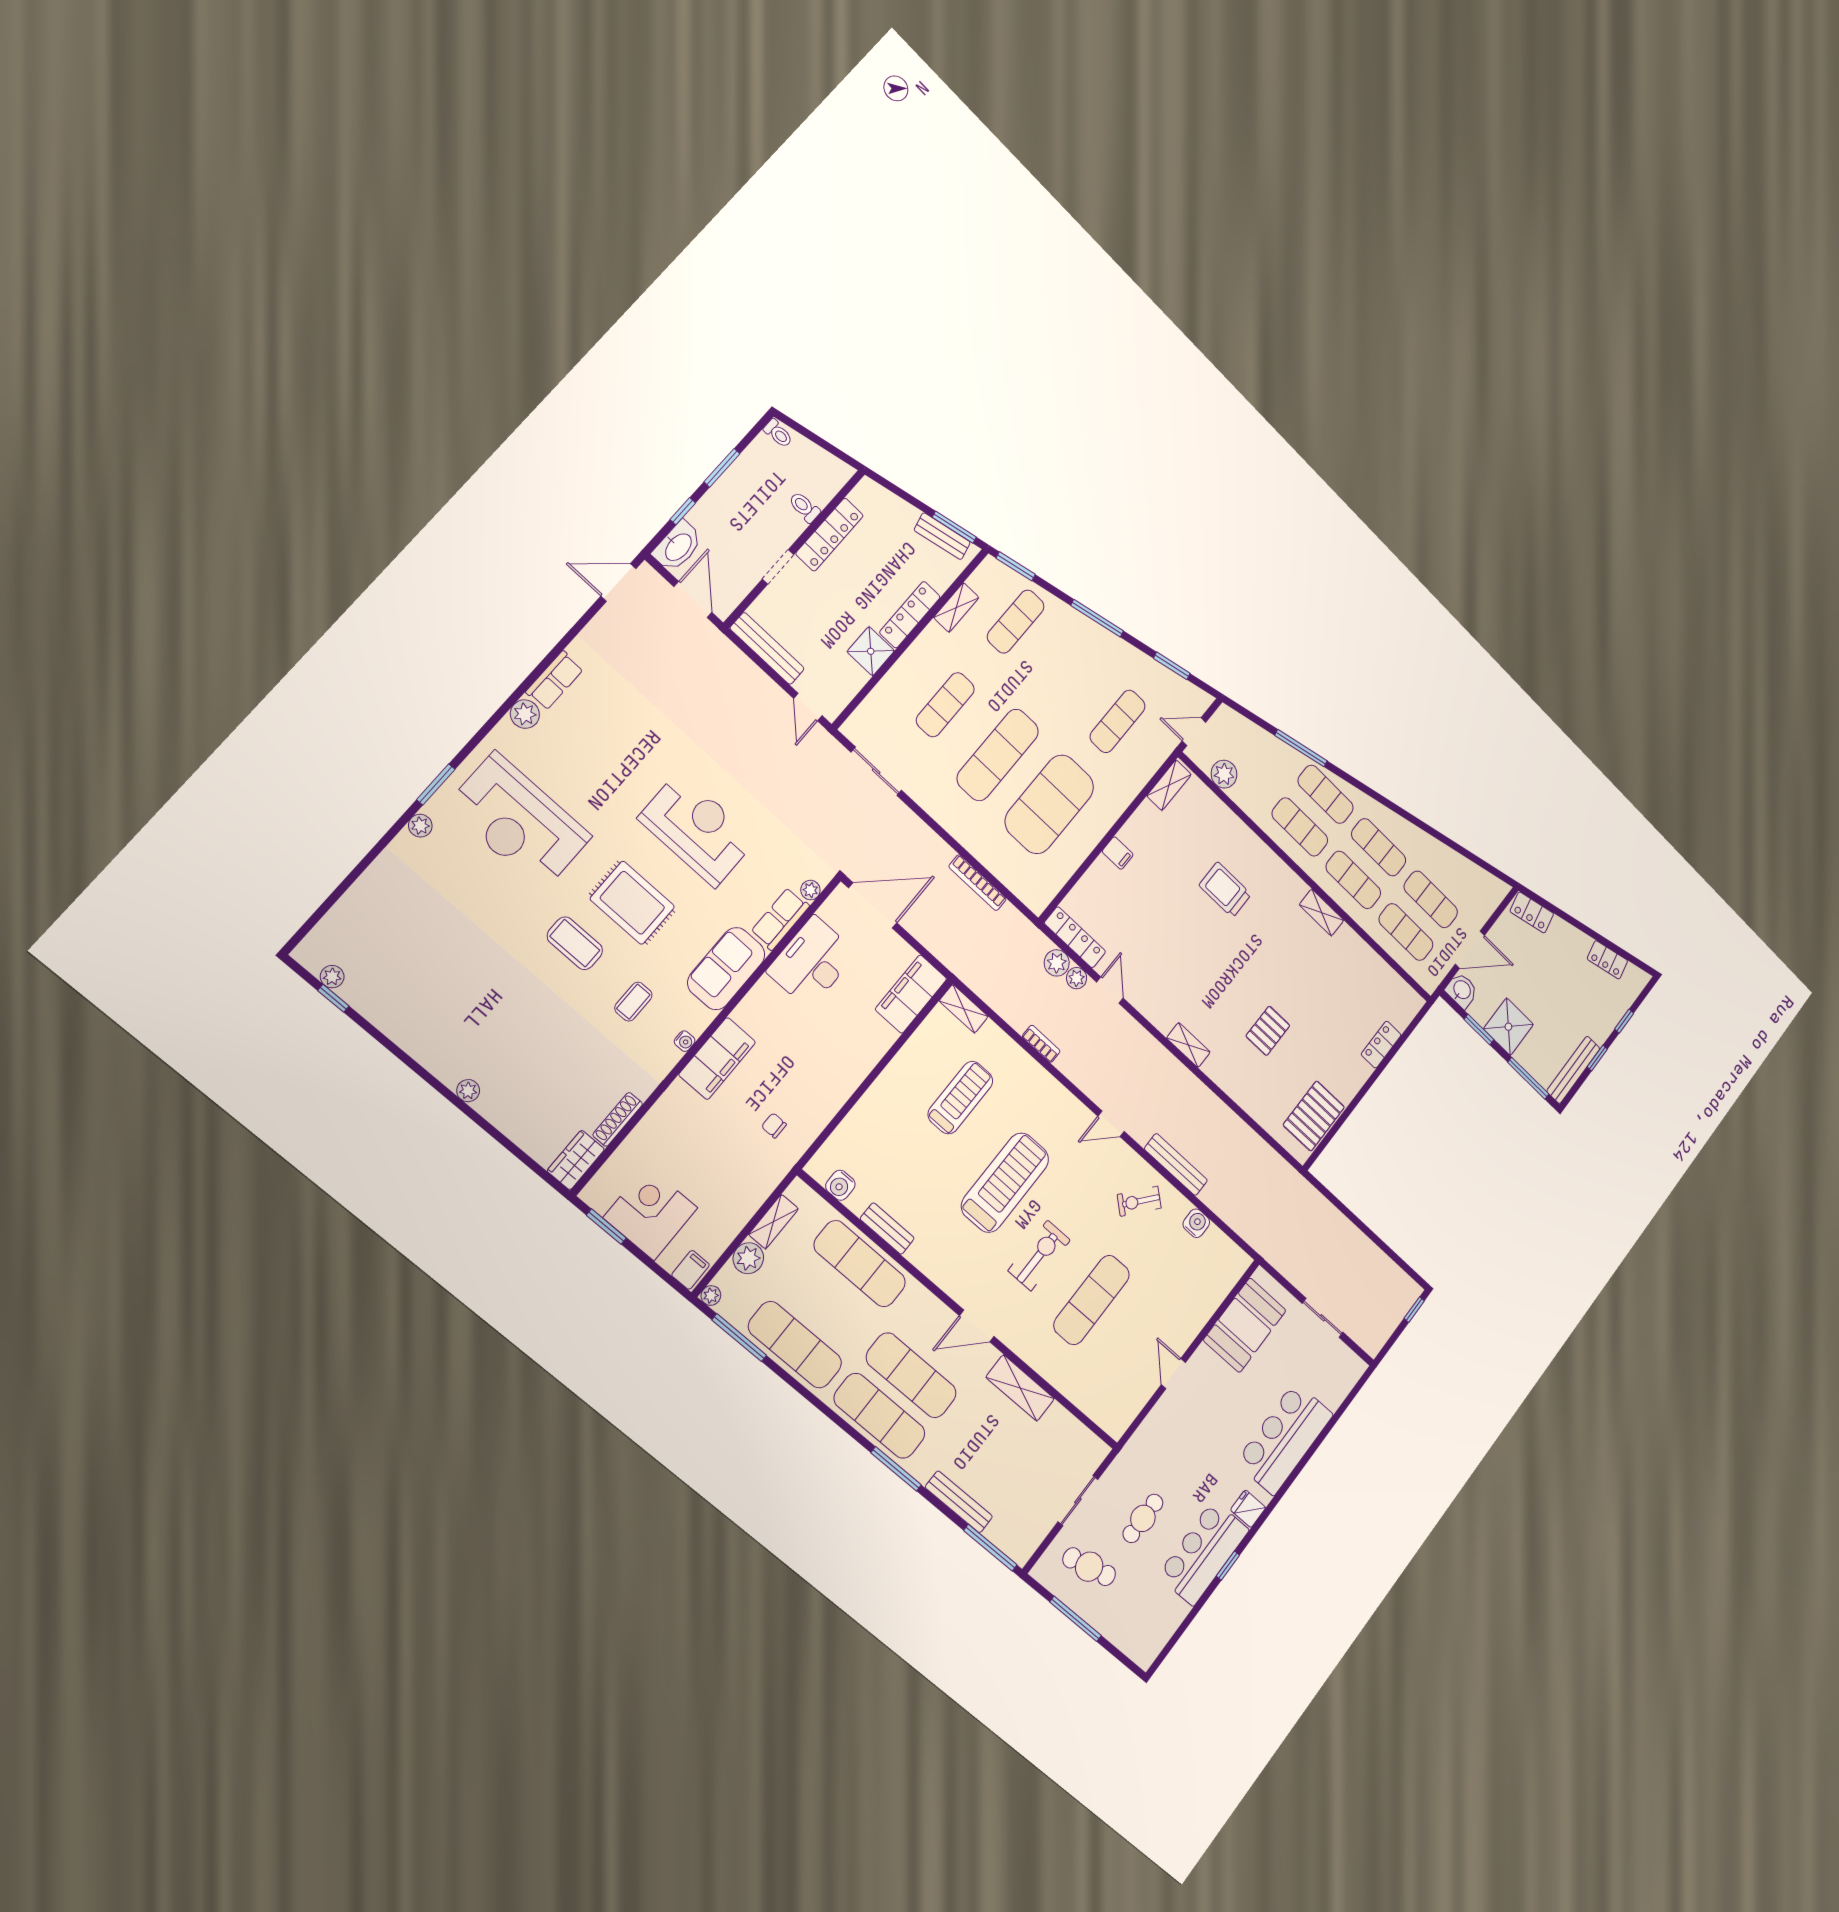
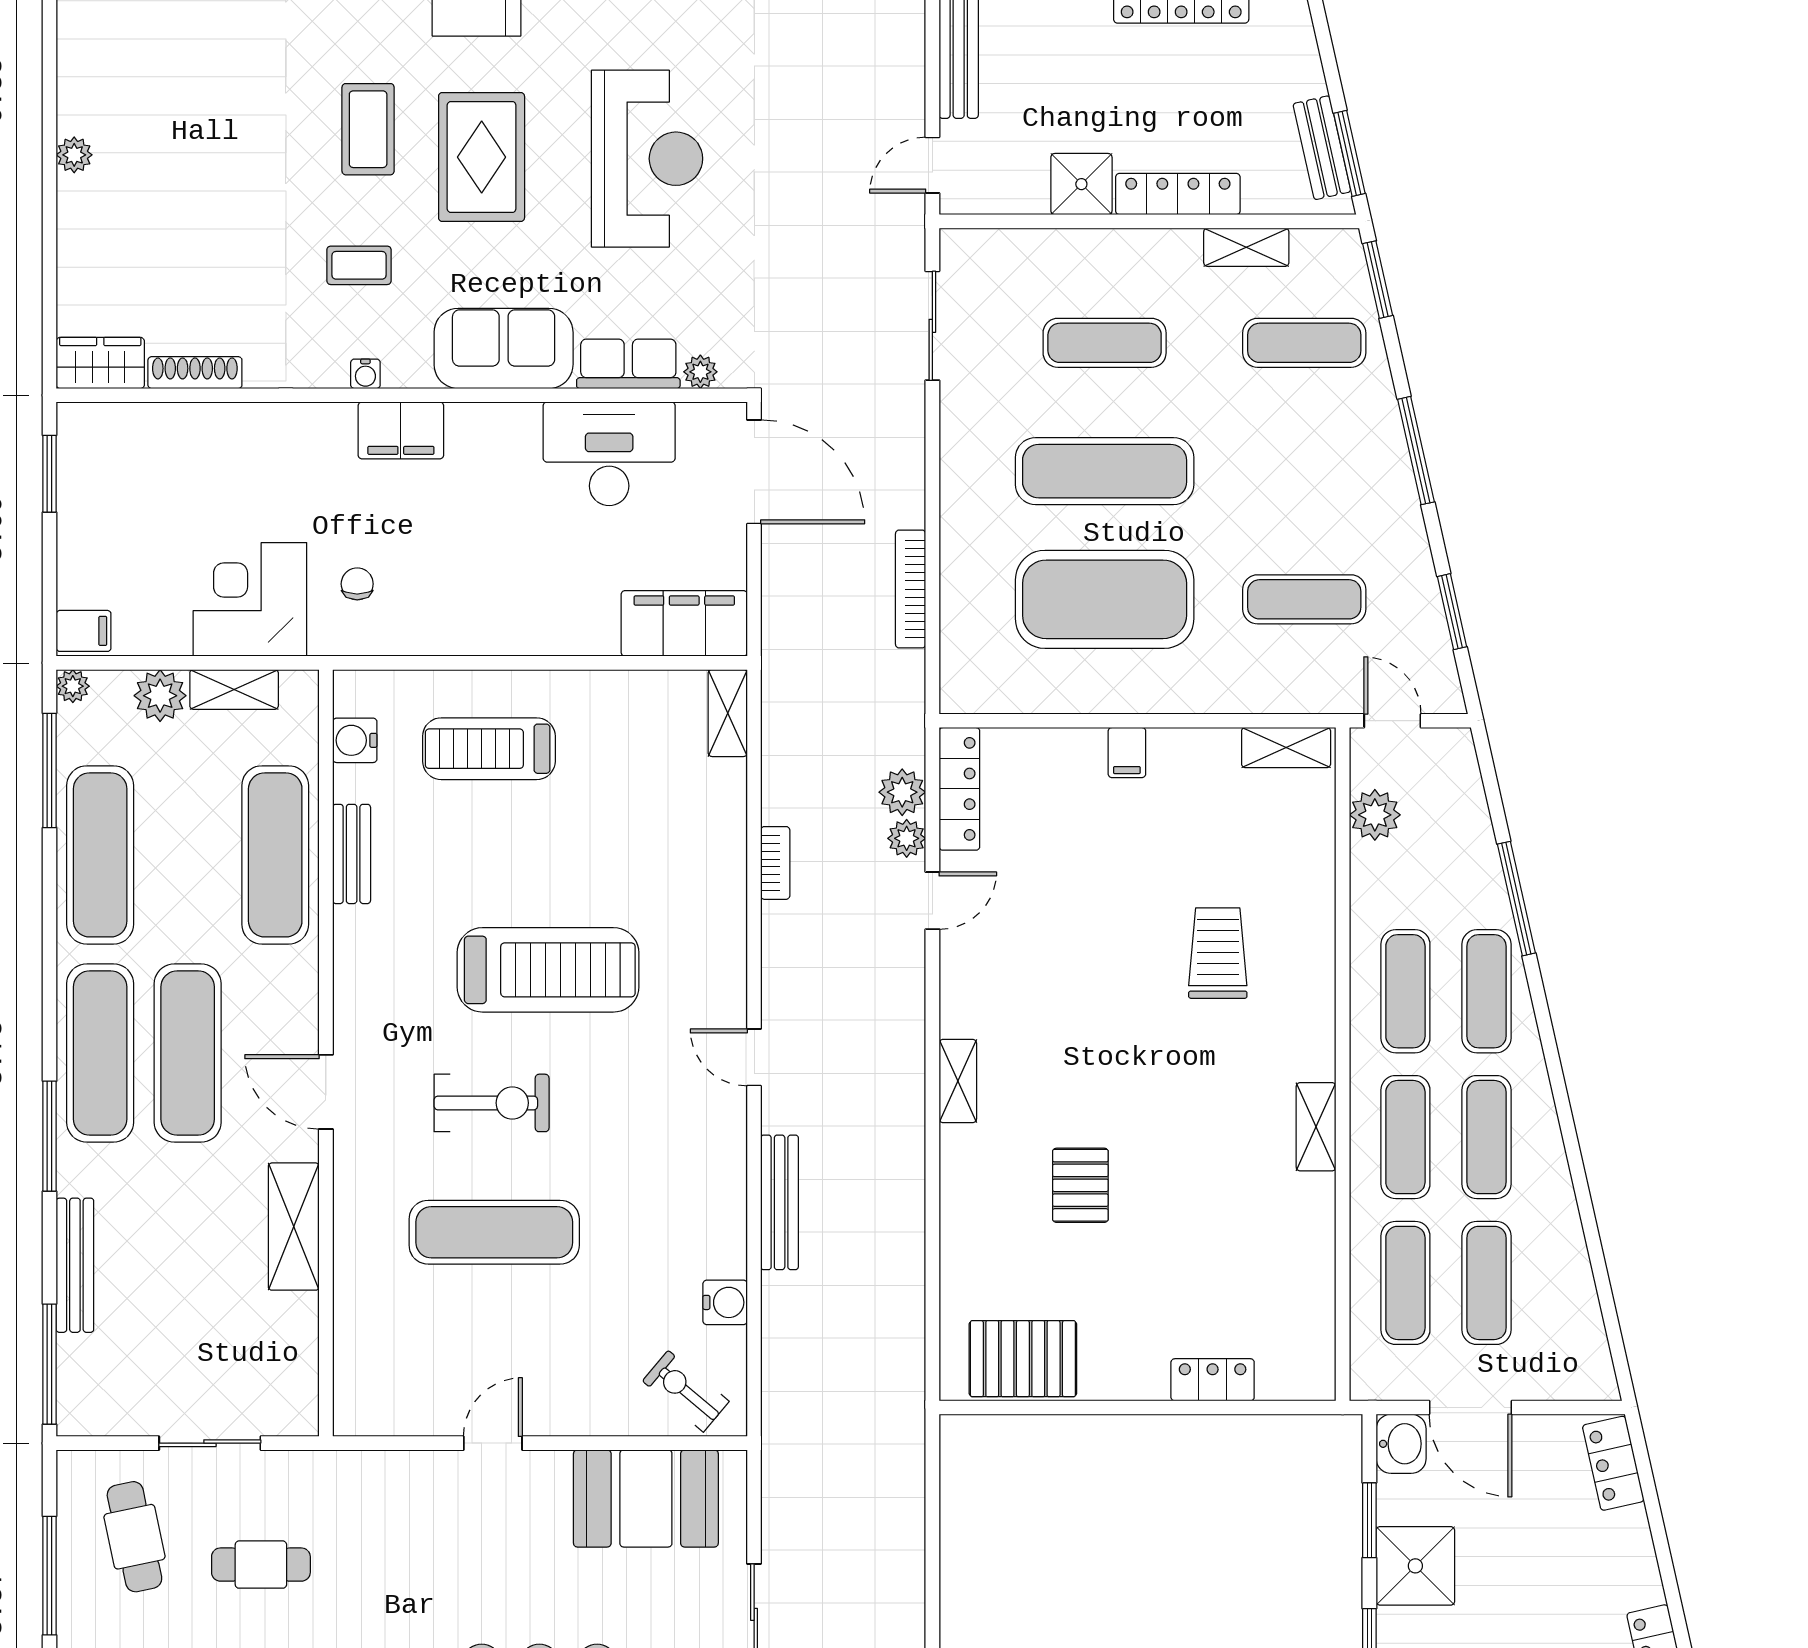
pallet: (1268, 1031) -> (1080, 1185), turned 90
filing cabinet: (717, 1058) -> (401, 430), width x0.67, depth x0.86
treadmill: (960, 1098) -> (489, 749), moved, turned 180
exercise bike: (1139, 1201) -> (686, 1391), moved
corner desk: (651, 1213) -> (250, 599), moved, turned -90

